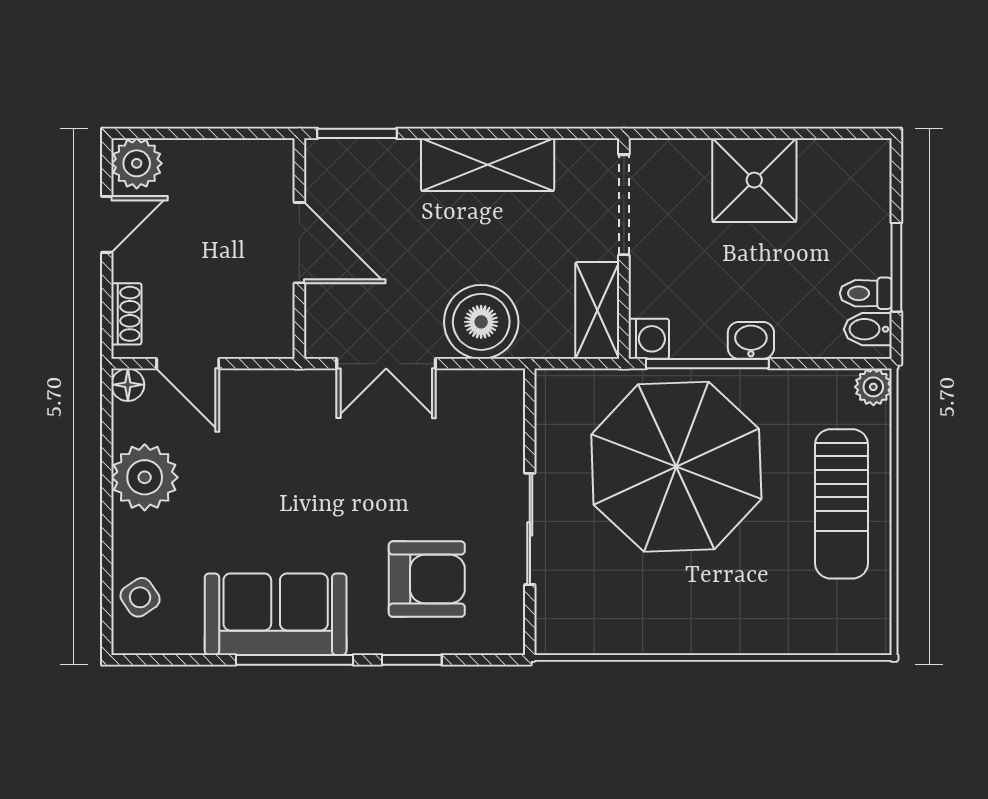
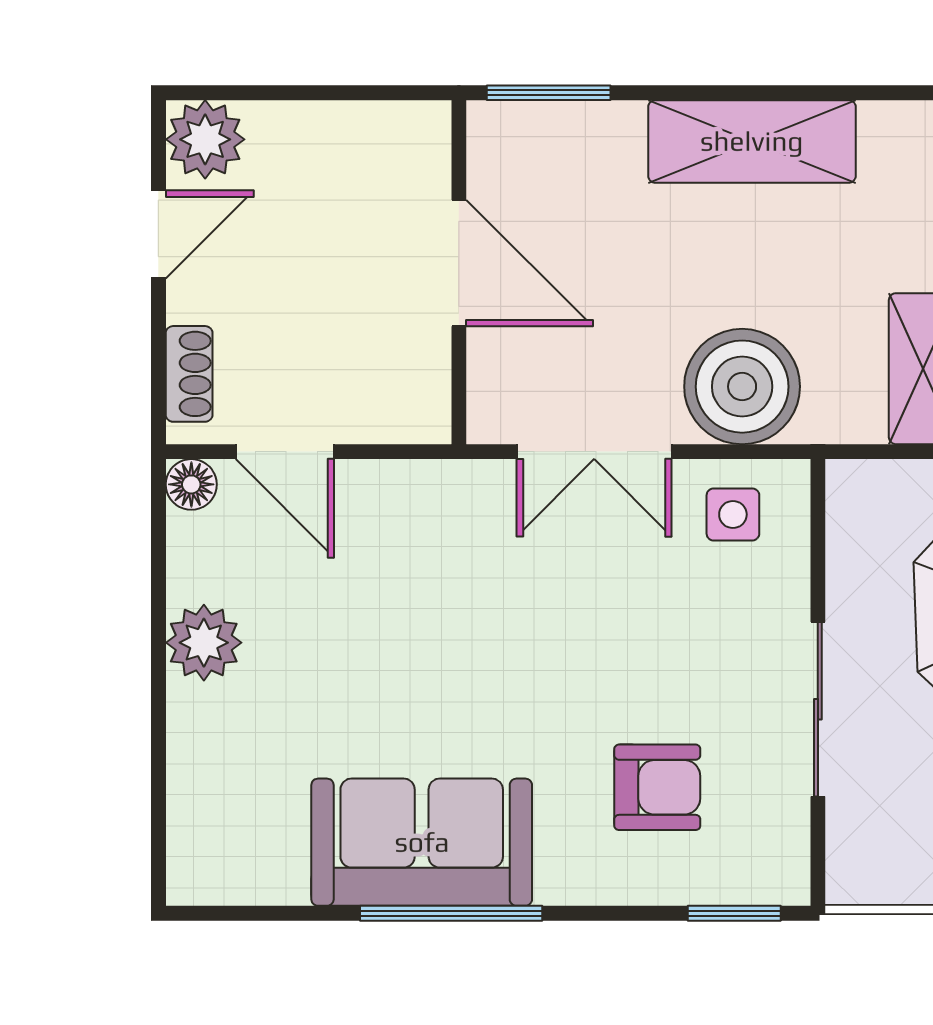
plant: (145, 477) -> (204, 643), width x0.73, depth x0.73
armchair: (427, 579) -> (657, 787), width x0.72, depth x0.72
side table: (140, 597) -> (733, 514), moved, turned 34
window: (412, 660) -> (734, 913), moved

